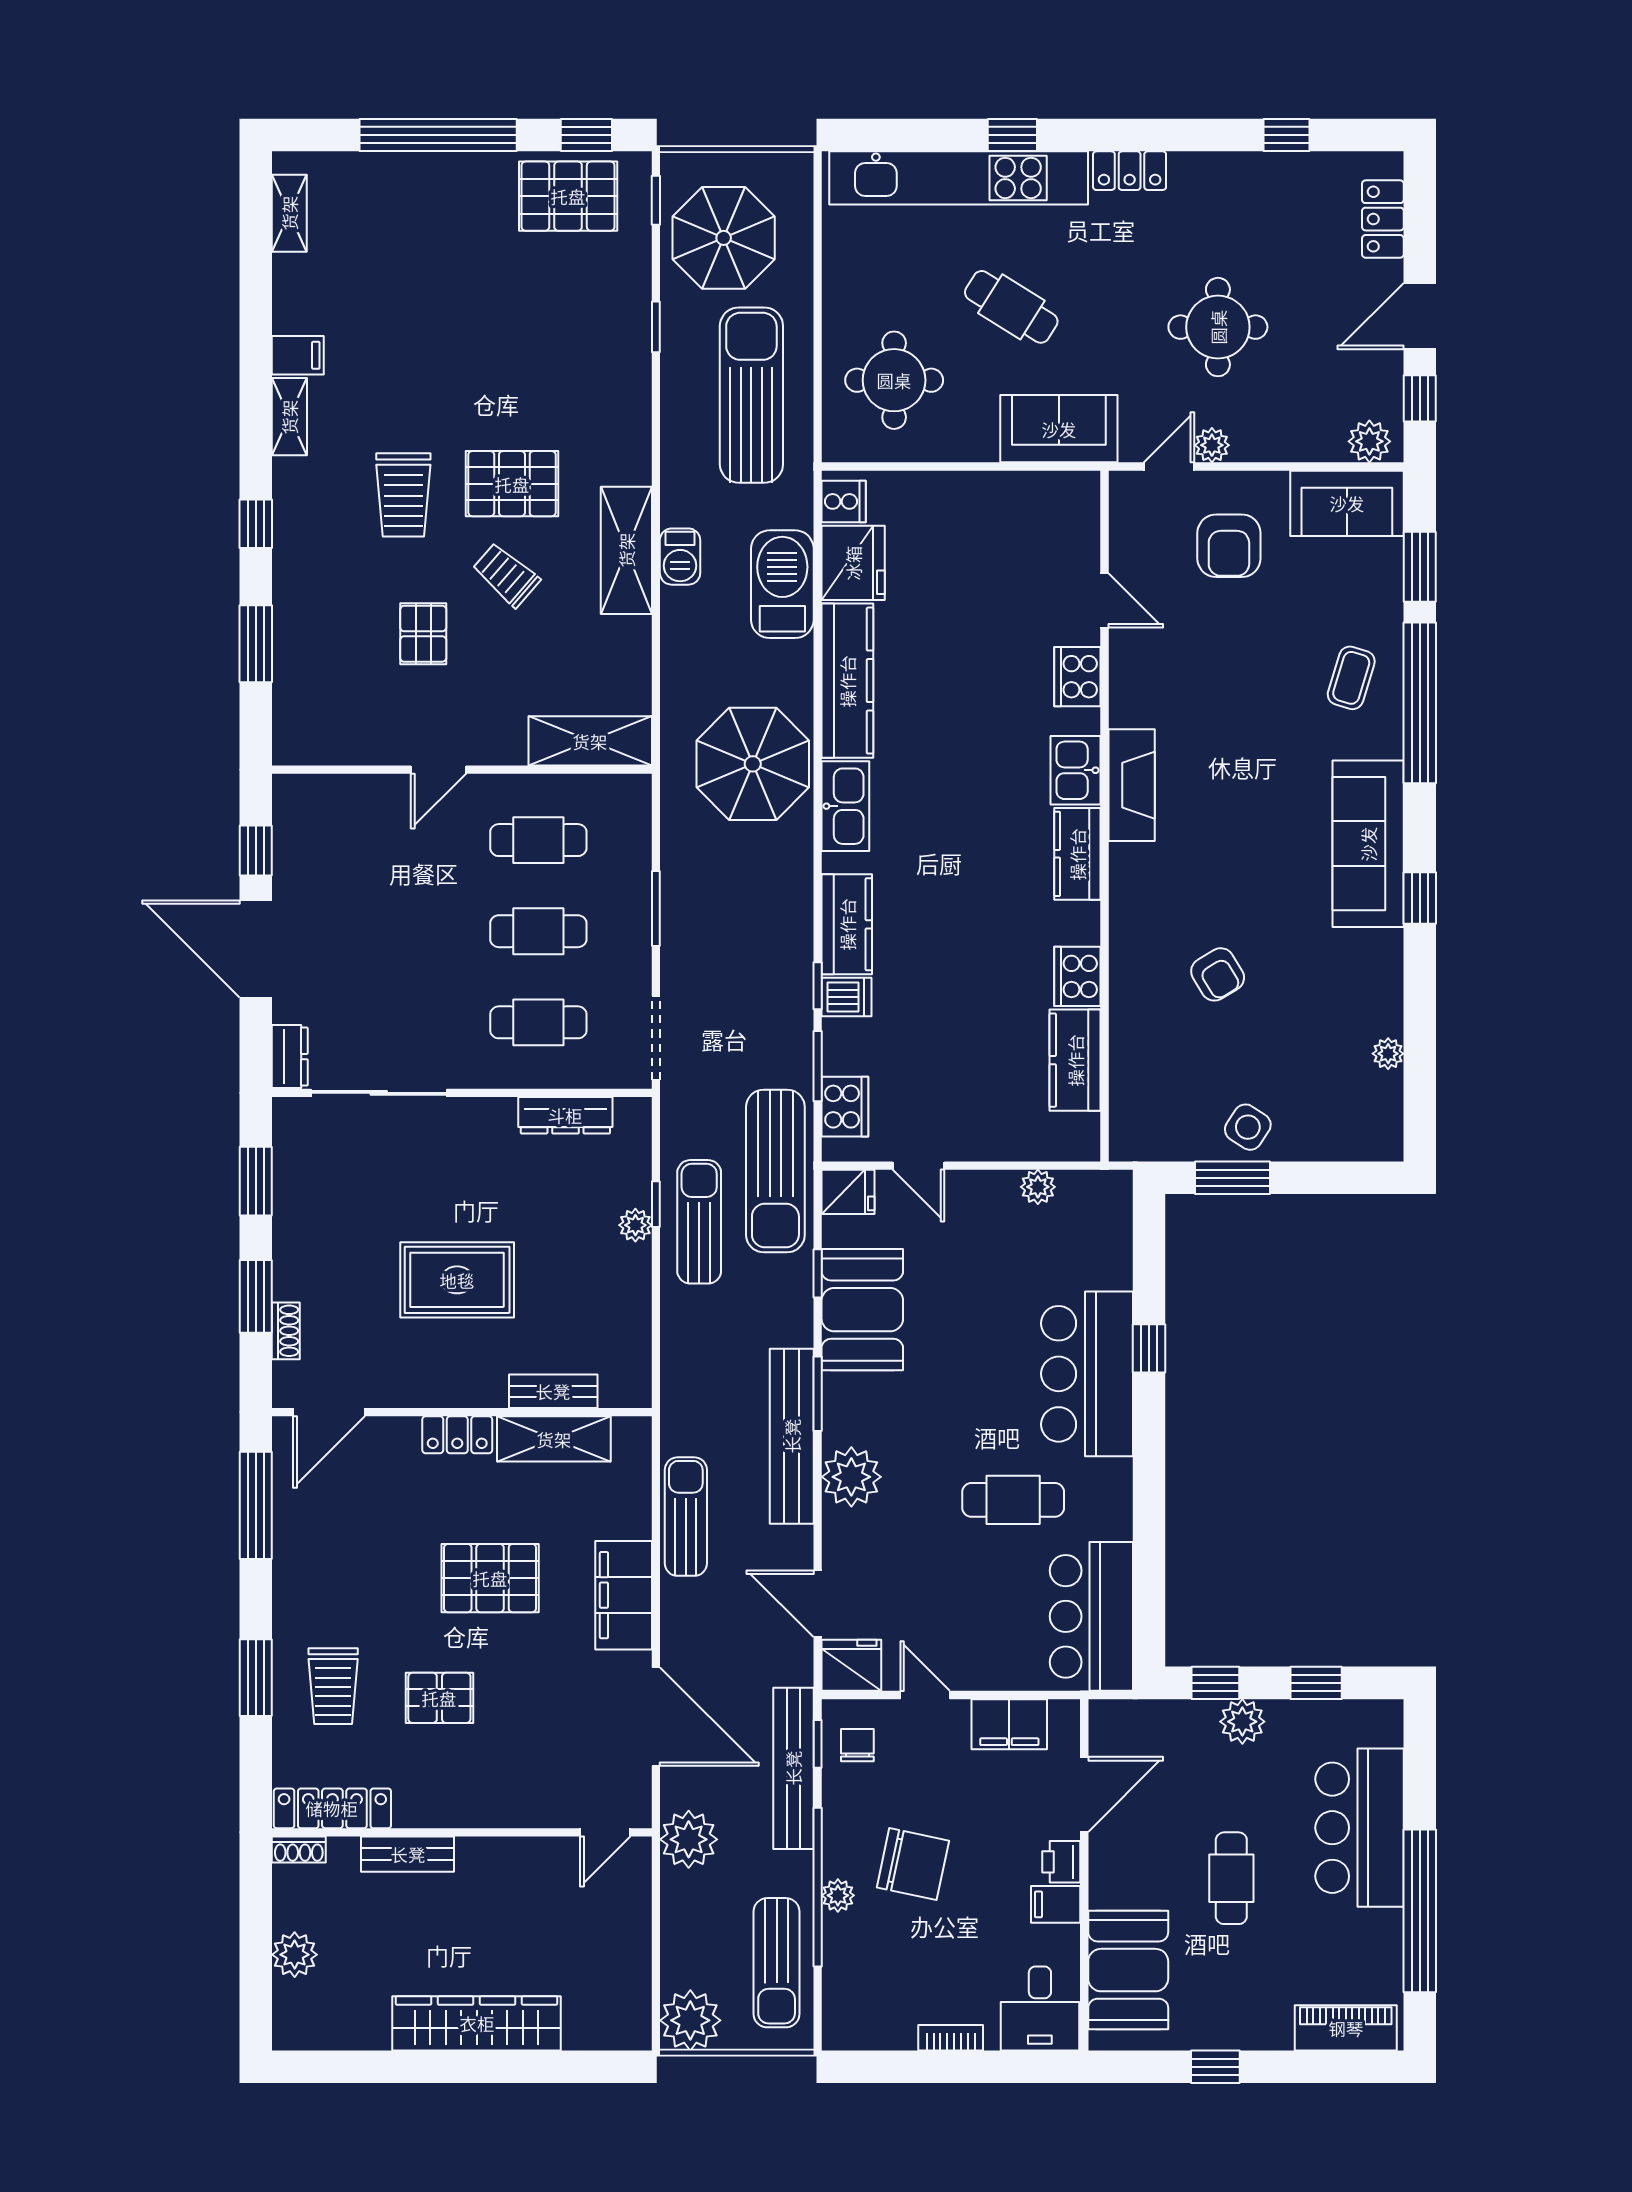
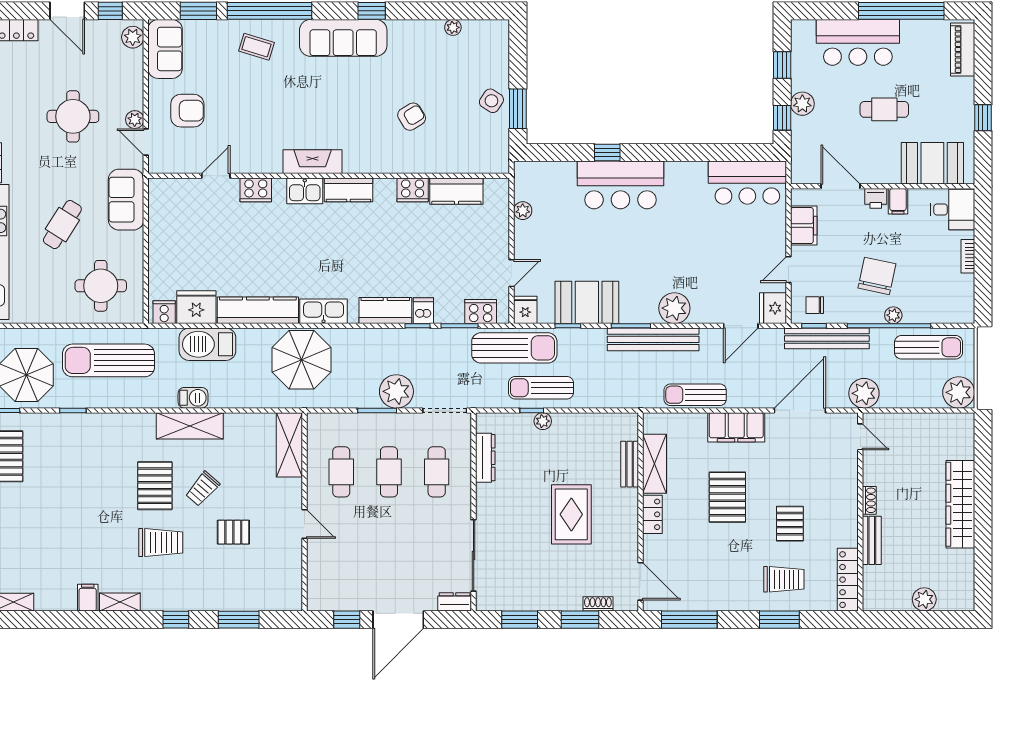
plant: (692, 945) -> (396, 391), added
cafe table: (1013, 1500) -> (686, 224), removed
shoe rack: (299, 1850) -> (869, 500), moved

